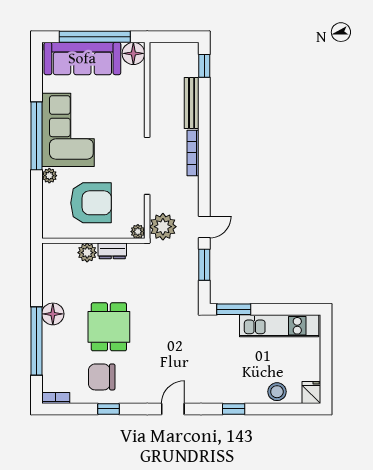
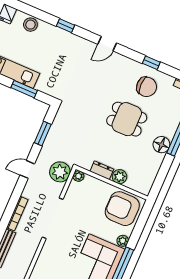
armchair: (91, 203) -> (122, 209), moved
door: (204, 227) -> (27, 169), moved
window: (234, 309) -> (24, 89), moved
dining table: (109, 327) -> (127, 119), turned 90

